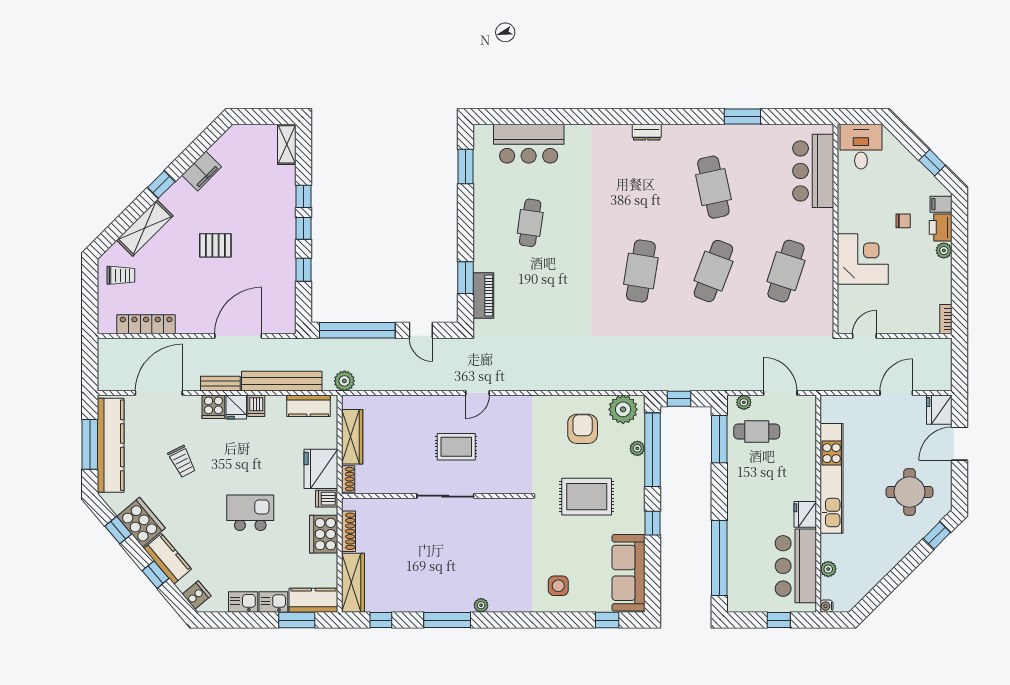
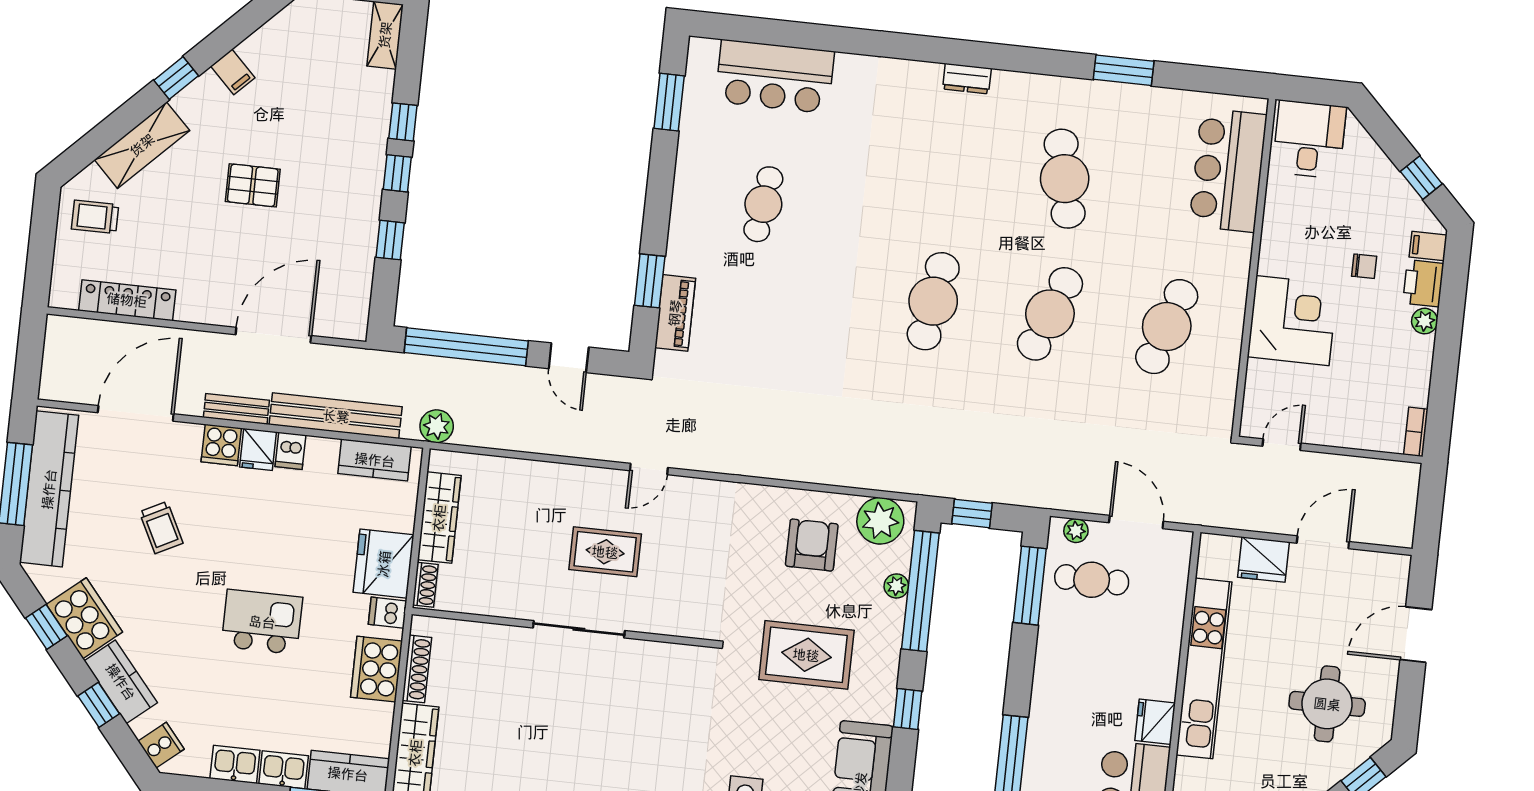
filing cabinet: (202, 171) -> (233, 72), width x0.50
trolley: (121, 275) -> (95, 217), turned 180
fridge: (939, 410) -> (1263, 560), moved, turned -90

